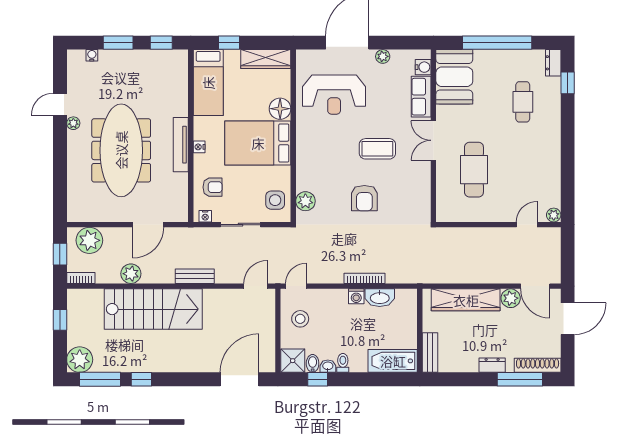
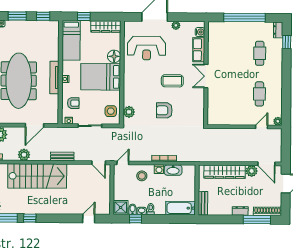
booth: (454, 77) -> (219, 38), removed
cafe table: (474, 170) -> (259, 94), moved, width x0.73, depth x0.74
armchair: (364, 198) -> (164, 110), turned 90
door: (256, 286) -> (99, 163), swing flipped
stool: (300, 319) -> (142, 176), moved
door: (240, 379) -> (89, 218), width x0.53

